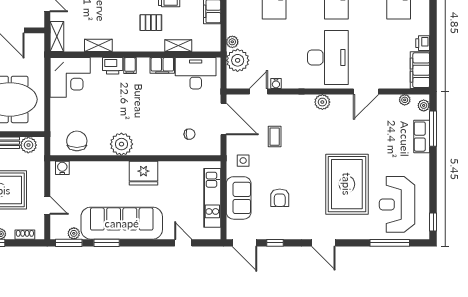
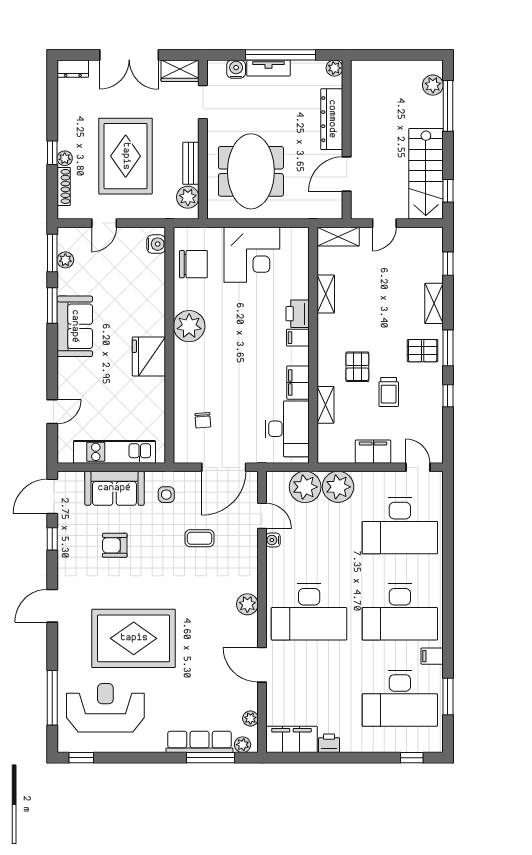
plant: (232, 42) -> (338, 487), width x1.88, depth x1.88
corner desk: (70, 77) -> (252, 255), moved, turned -90
row of seats: (422, 137) -> (200, 742), width x1.48
sofa: (122, 223) -> (75, 326), width x0.54, depth x0.79
shoe rack: (25, 235) -> (64, 186), width x1.43

